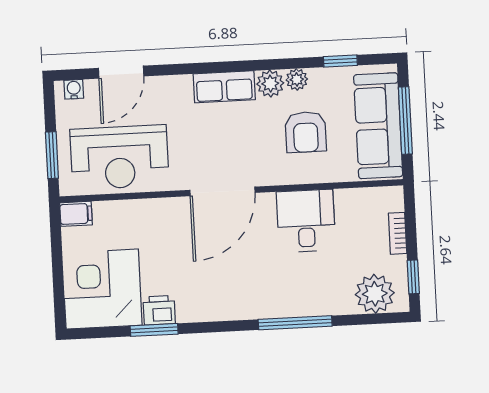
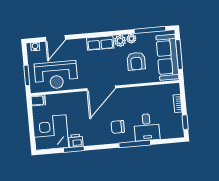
window: (340, 61) -> (150, 30), width x2.17
desk: (306, 221) -> (147, 127), moved, turned 180
chair: (257, 282) -> (118, 127), added
plant: (375, 294) -> (169, 130), removed

